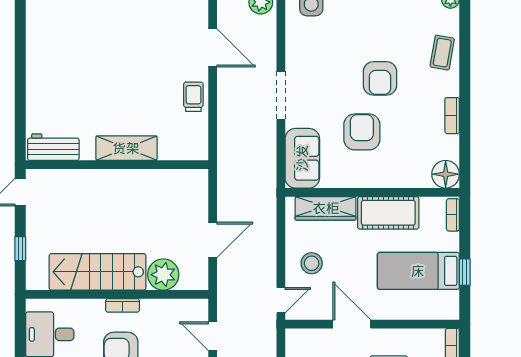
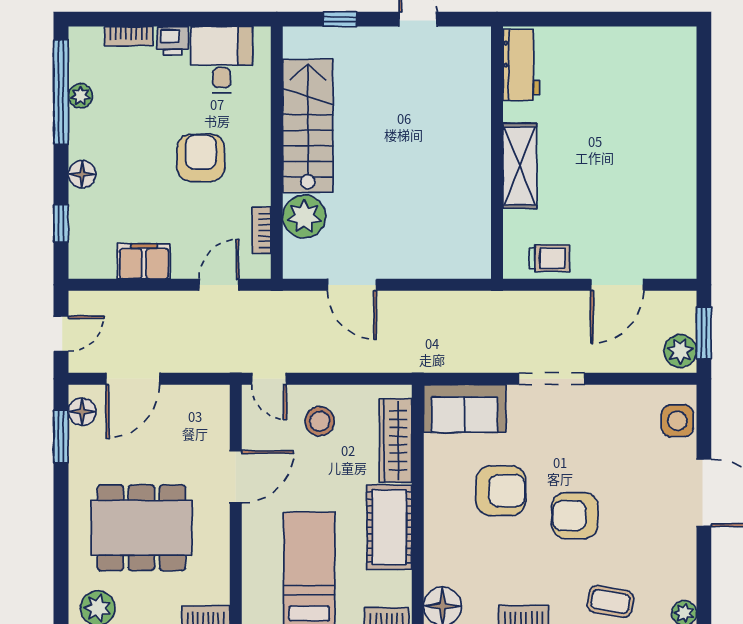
workbench: (53, 147) -> (521, 65), moved
shelving: (126, 148) -> (520, 166), moved
wall: (117, 165) -> (497, 153), moved
bookcase: (123, 305) -> (262, 230), moved

